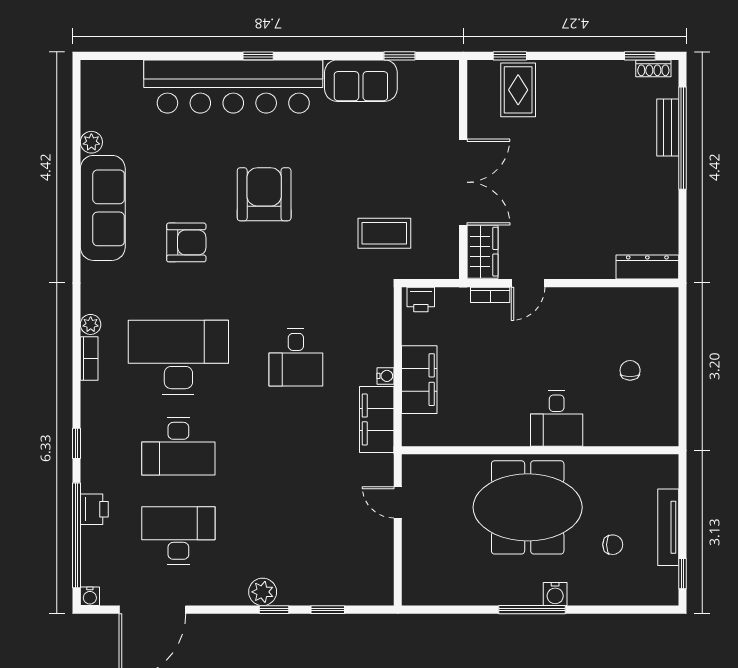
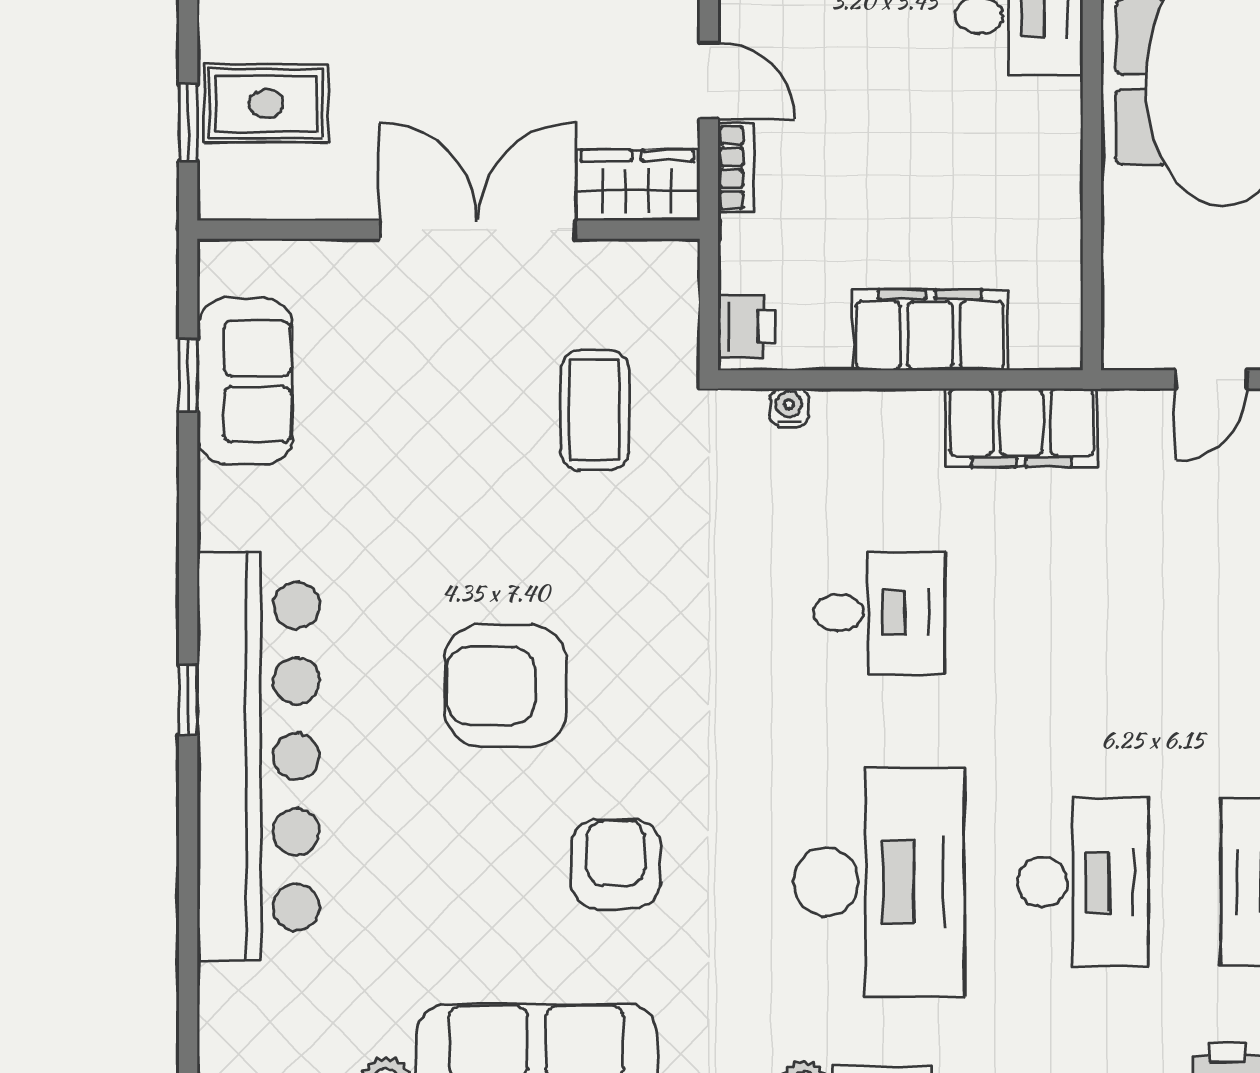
sofa: (361, 81) -> (245, 381), moved
desk: (178, 357) -> (879, 882), turned 180
water cooler: (386, 376) -> (789, 407), moved

